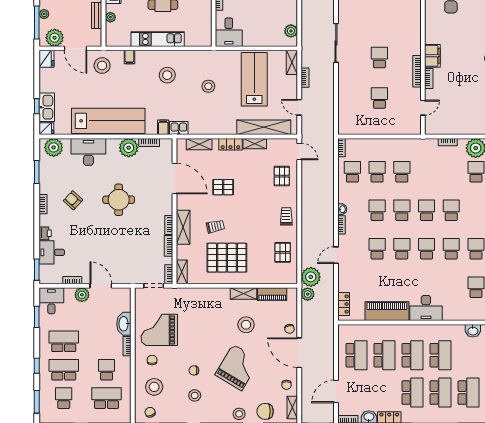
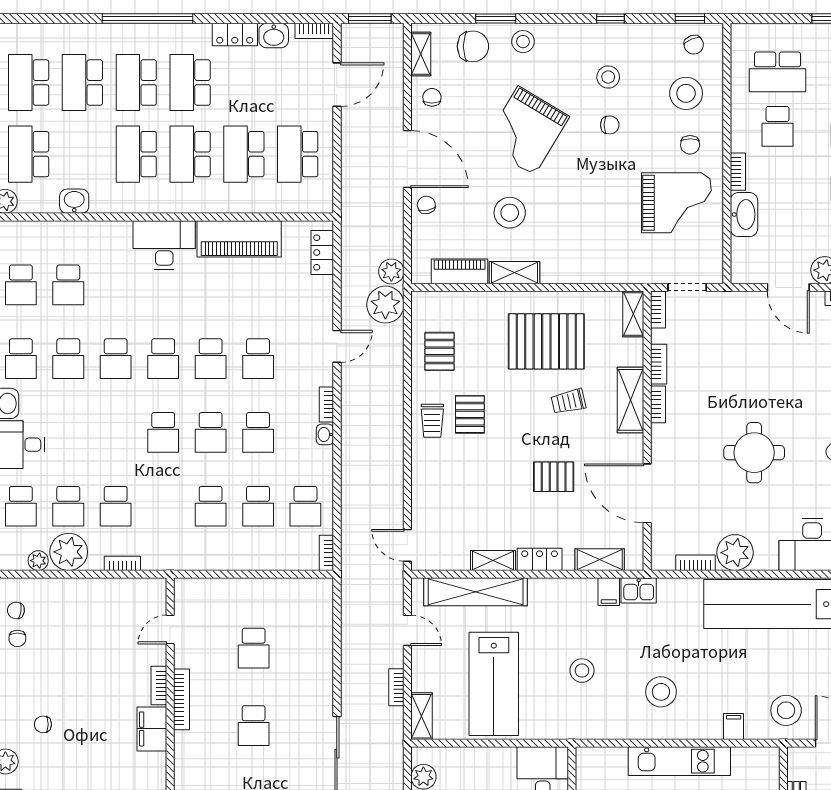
filing cabinet: (163, 127) -> (609, 592), moved
pallet: (282, 176) -> (470, 414), moved
school desk: (451, 210) -> (116, 506), moved

